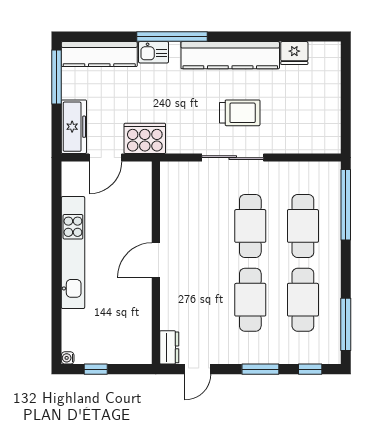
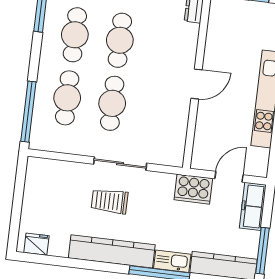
kitchen sink: (154, 52) -> (172, 261), width x1.38
fridge: (294, 53) -> (36, 244), moved

